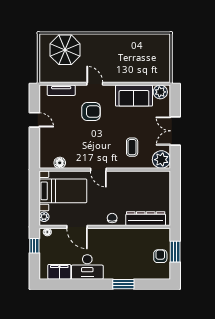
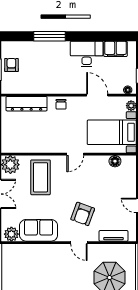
armchair: (91, 112) -> (83, 214), turned -70
coffee table: (132, 147) -> (41, 177), width x1.86, depth x1.72
door: (98, 170) -> (75, 154), swing flipped
armchair: (160, 256) -> (11, 65), turned 180
window: (123, 284) -> (49, 36), width x1.44

